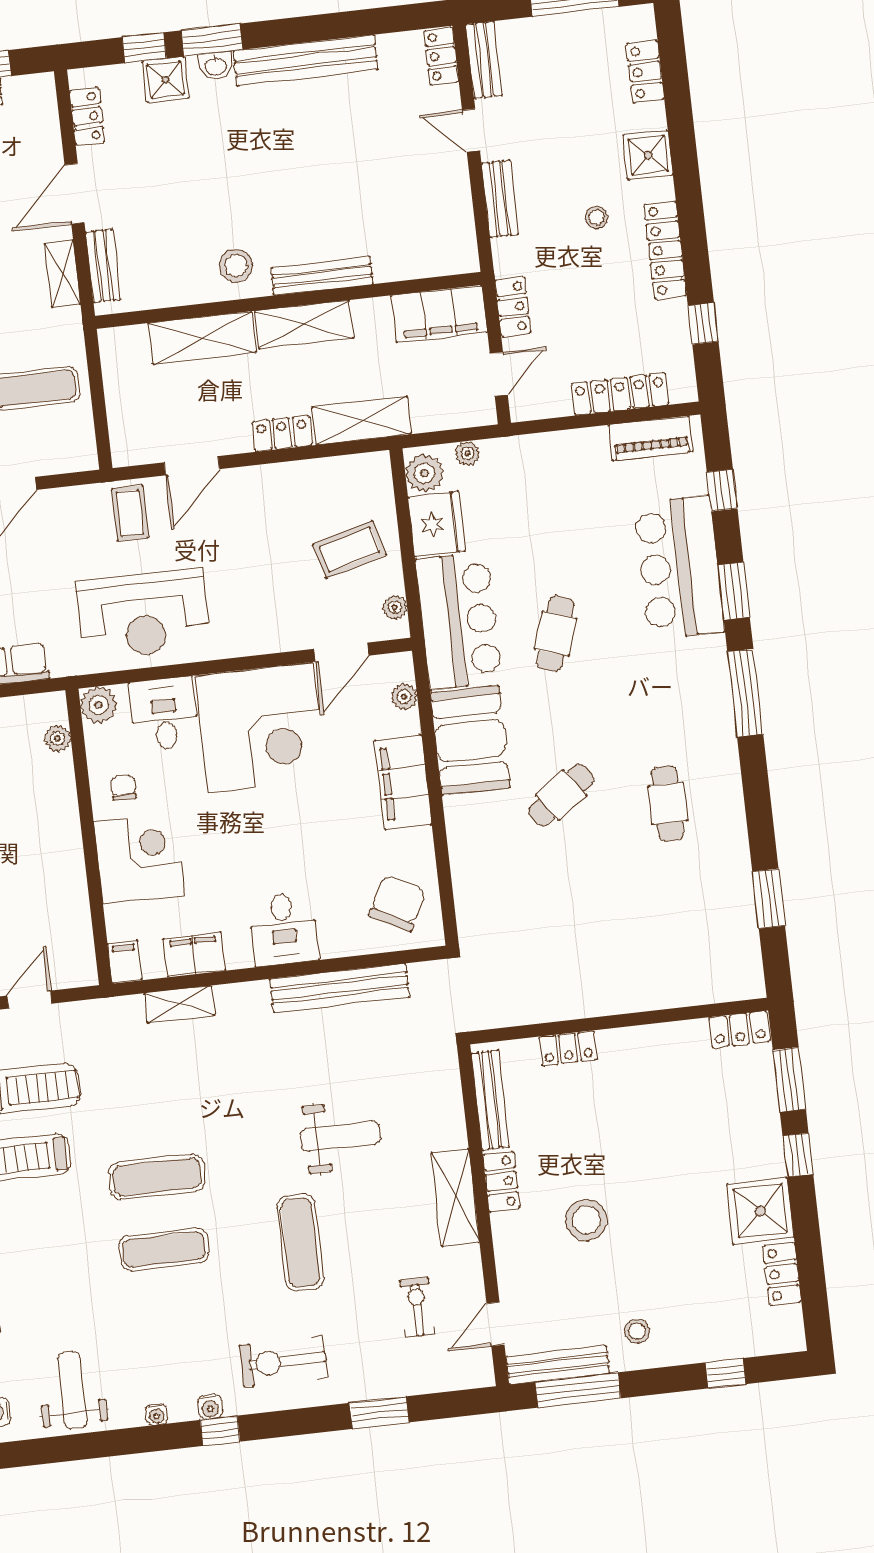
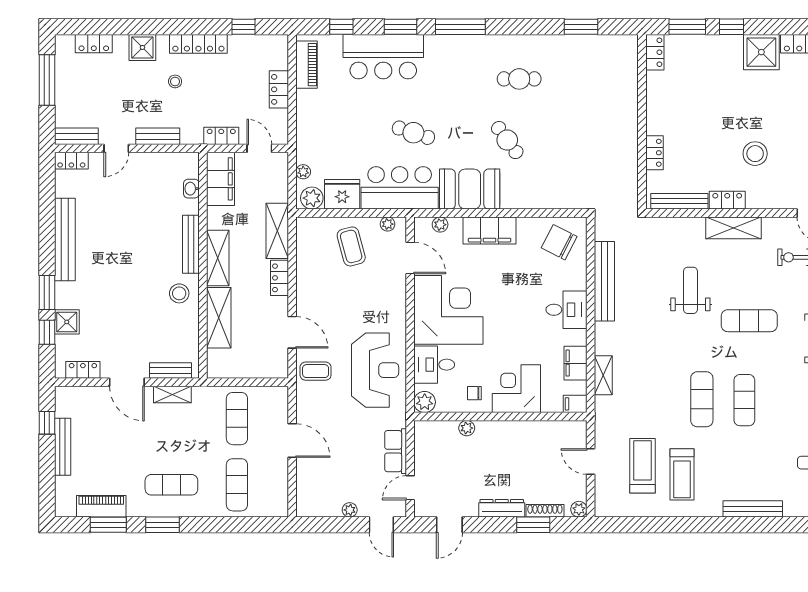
washbasin: (216, 66) -> (191, 189), moved, turned 180
locker: (620, 394) -> (279, 89), width x0.66
plant: (57, 738) -> (467, 428), moved

